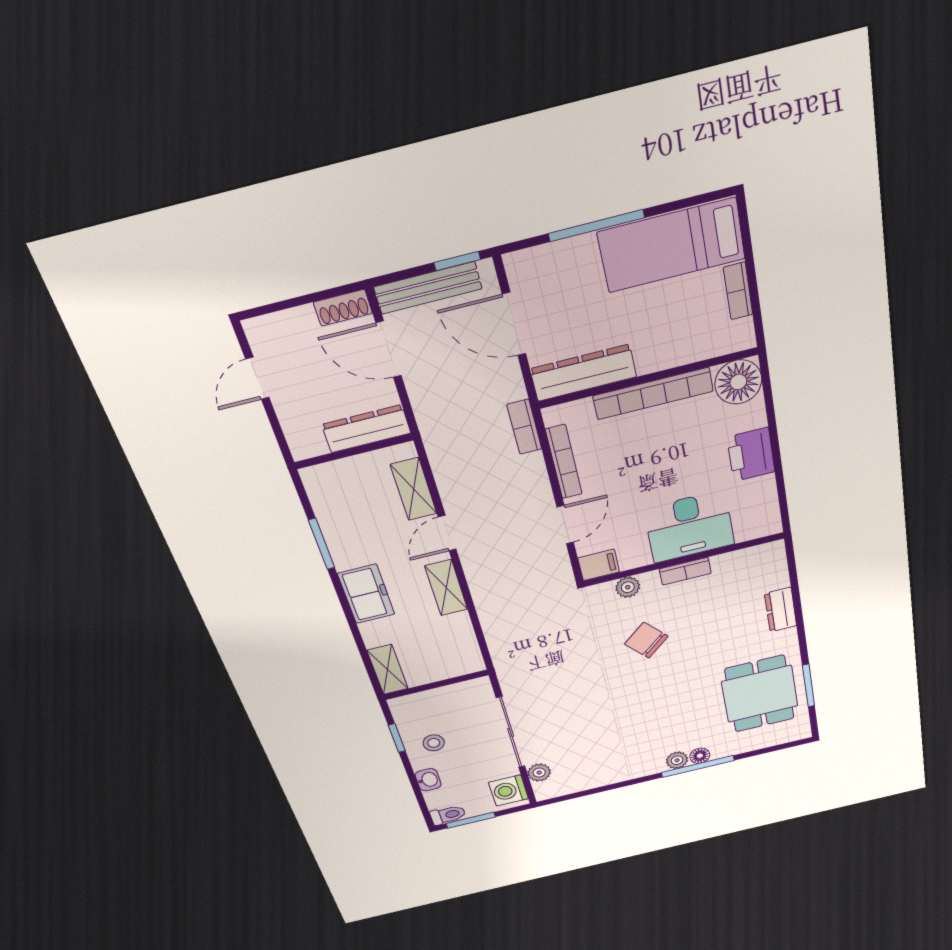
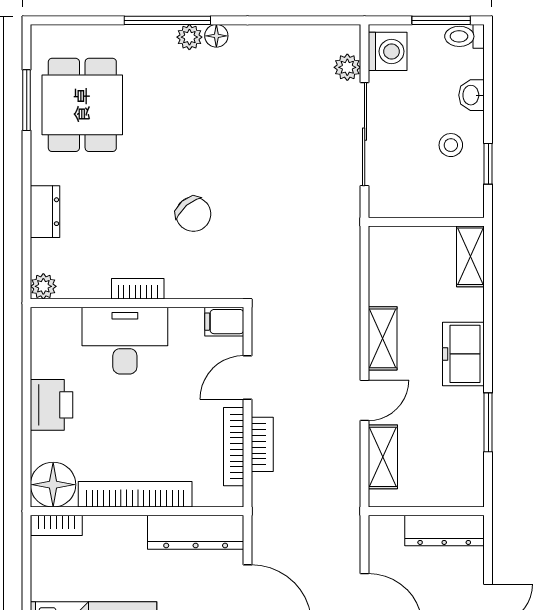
bookcase: (738, 291) -> (57, 525), moved, turned 90
bookcase: (524, 427) -> (262, 444), moved
dresser: (366, 429) -> (444, 530), moved
plant: (628, 587) -> (43, 286), moved
floor lamp: (700, 756) -> (216, 36), moved

